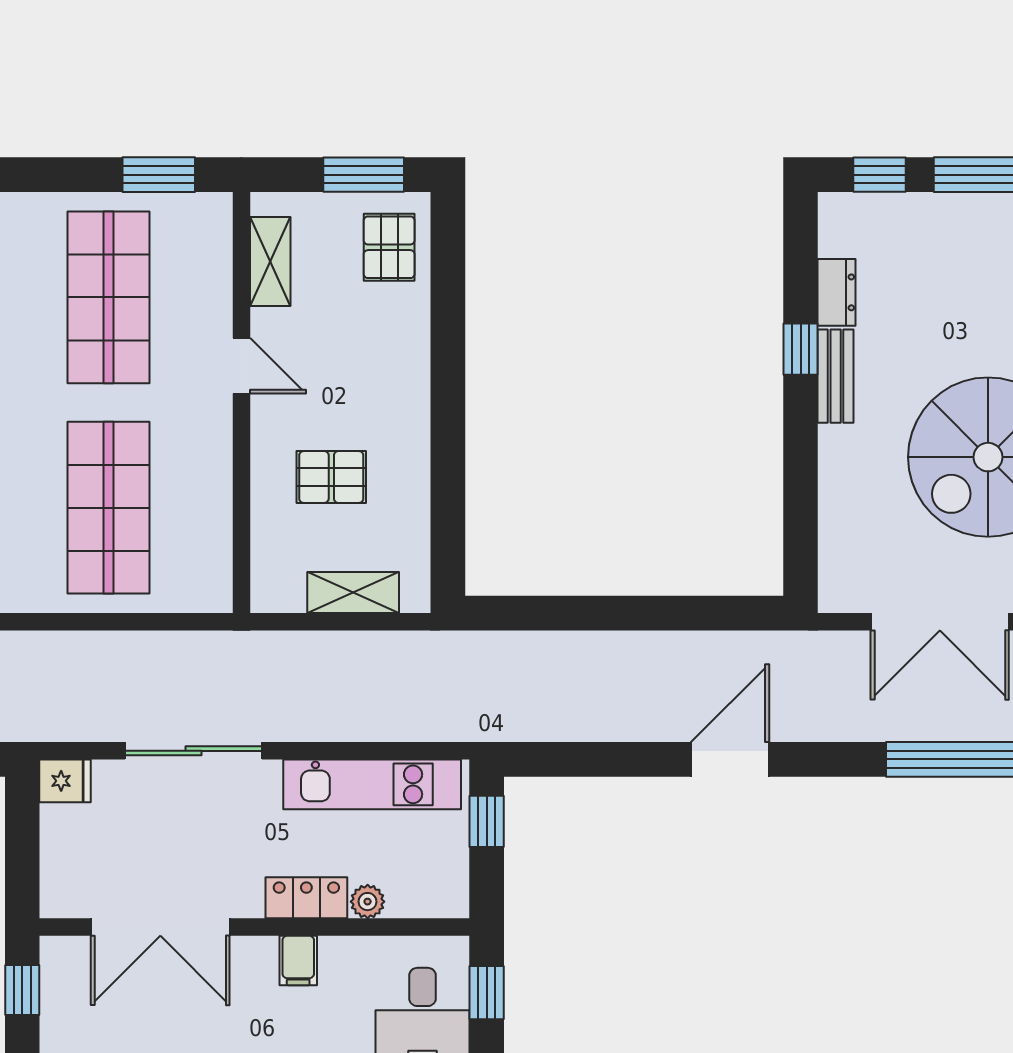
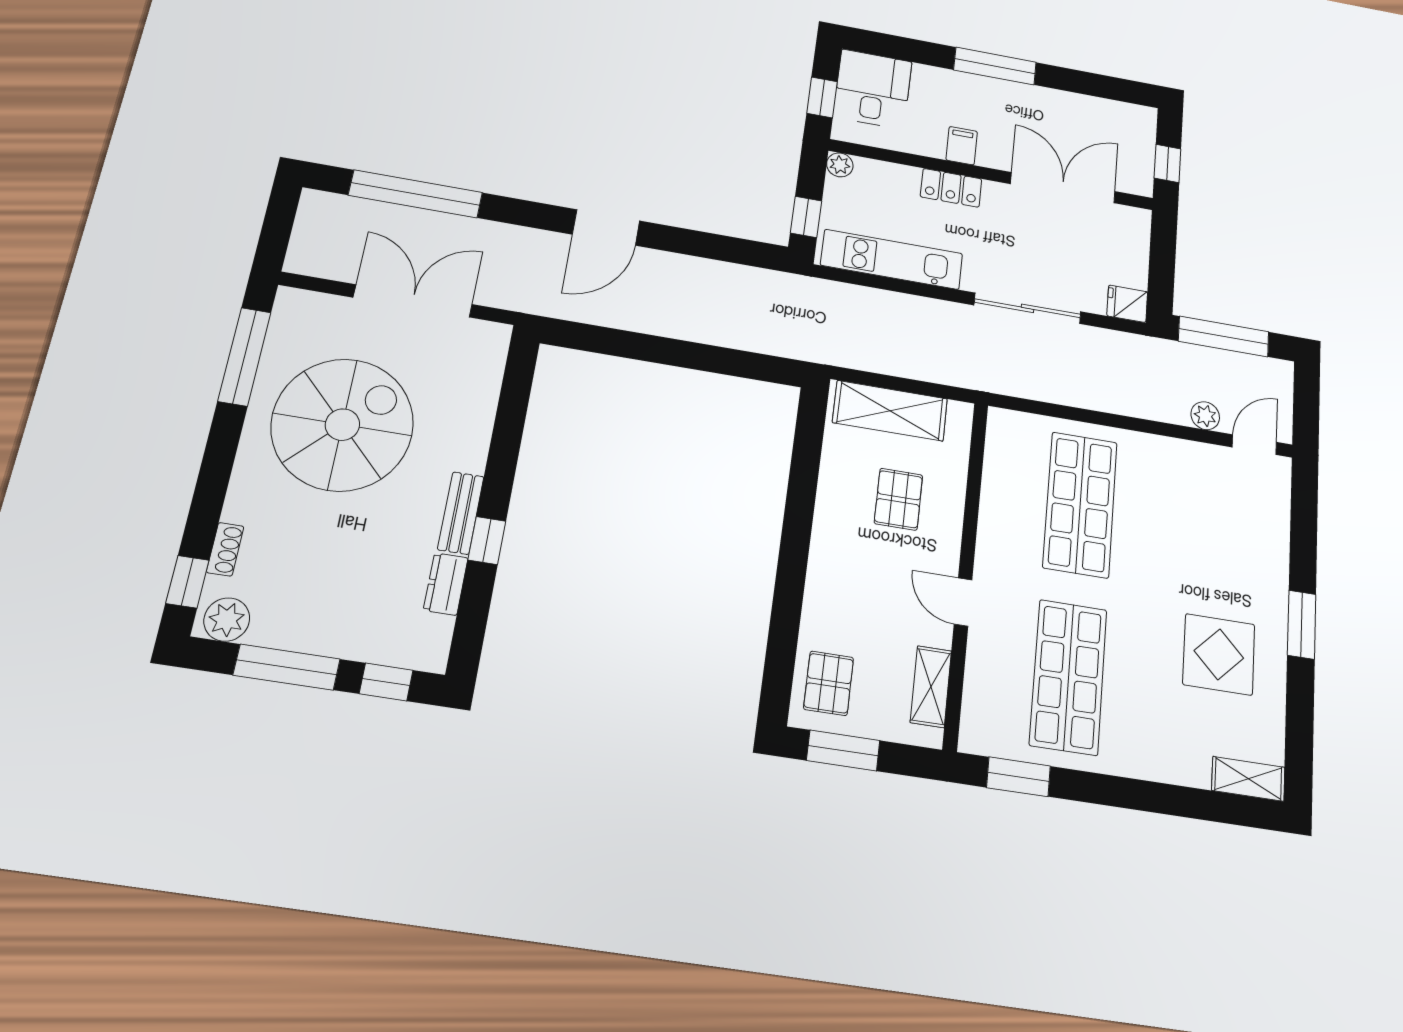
pallet: (331, 477) -> (898, 499), turned 90
shelving: (353, 593) -> (890, 411), width x1.50, depth x1.33
plant: (368, 902) -> (840, 165), moved

